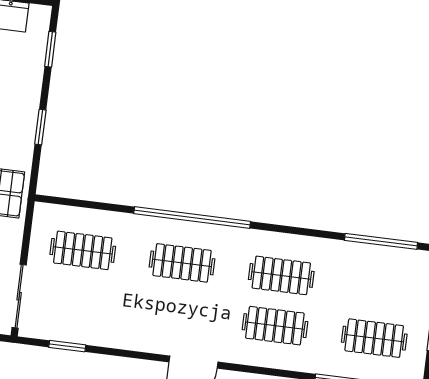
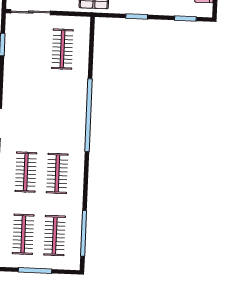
clothes rail: (182, 263) -> (55, 236), moved

